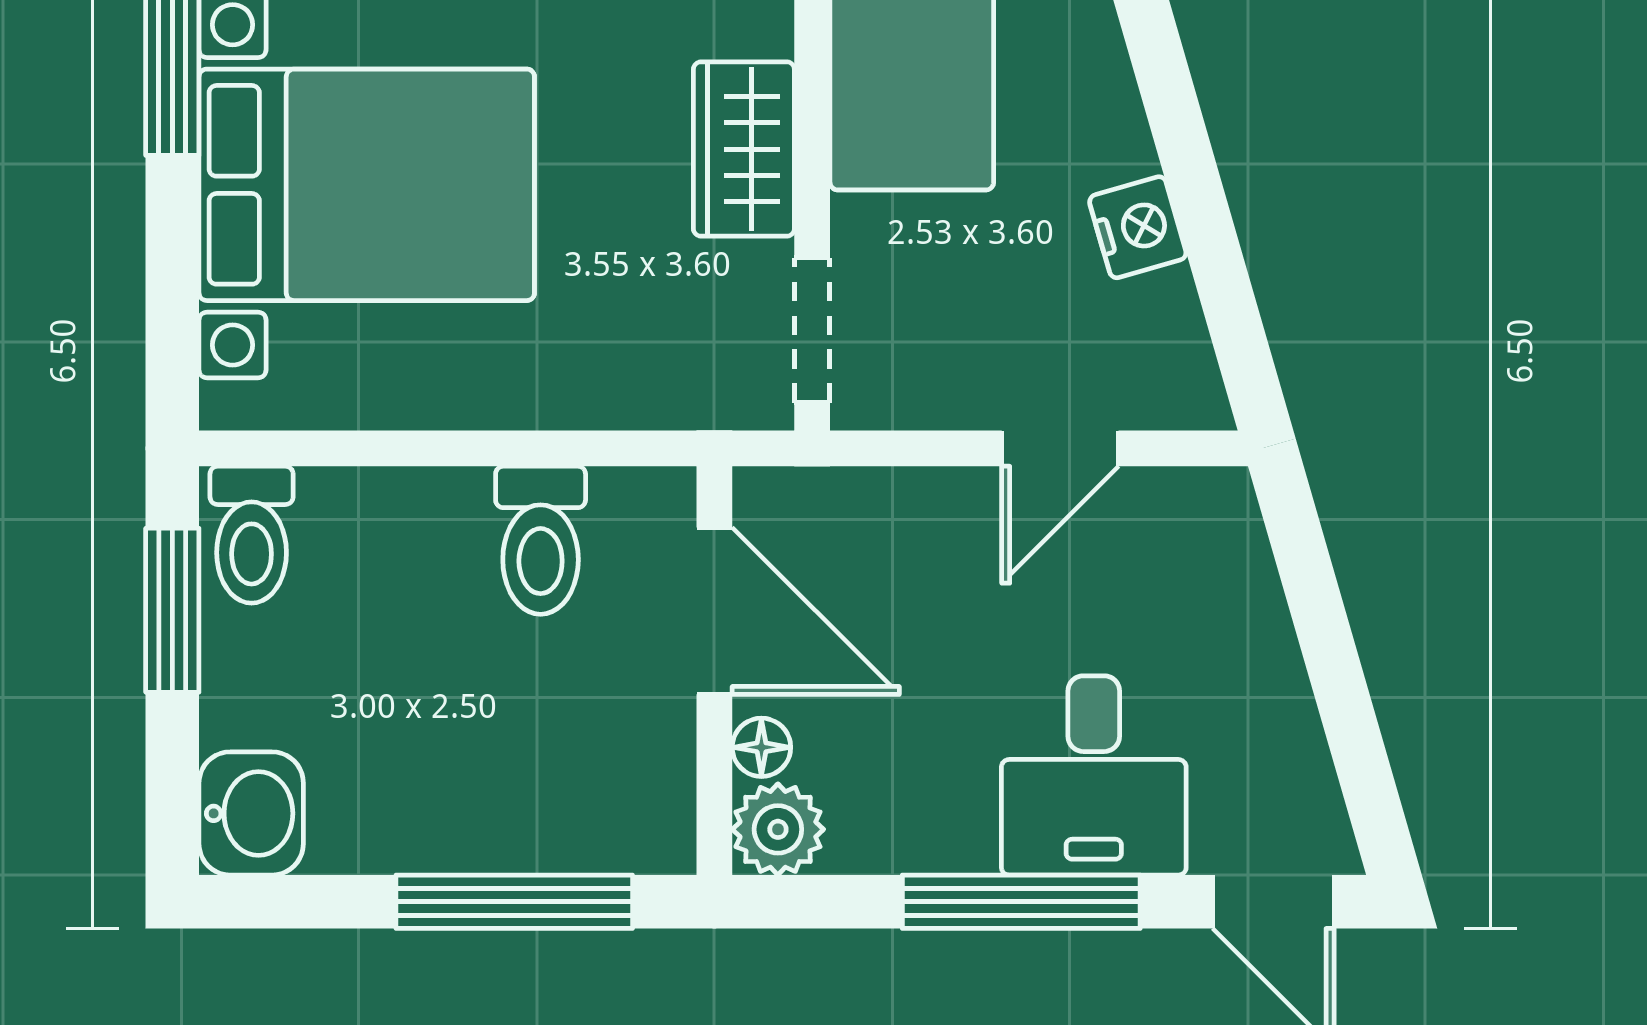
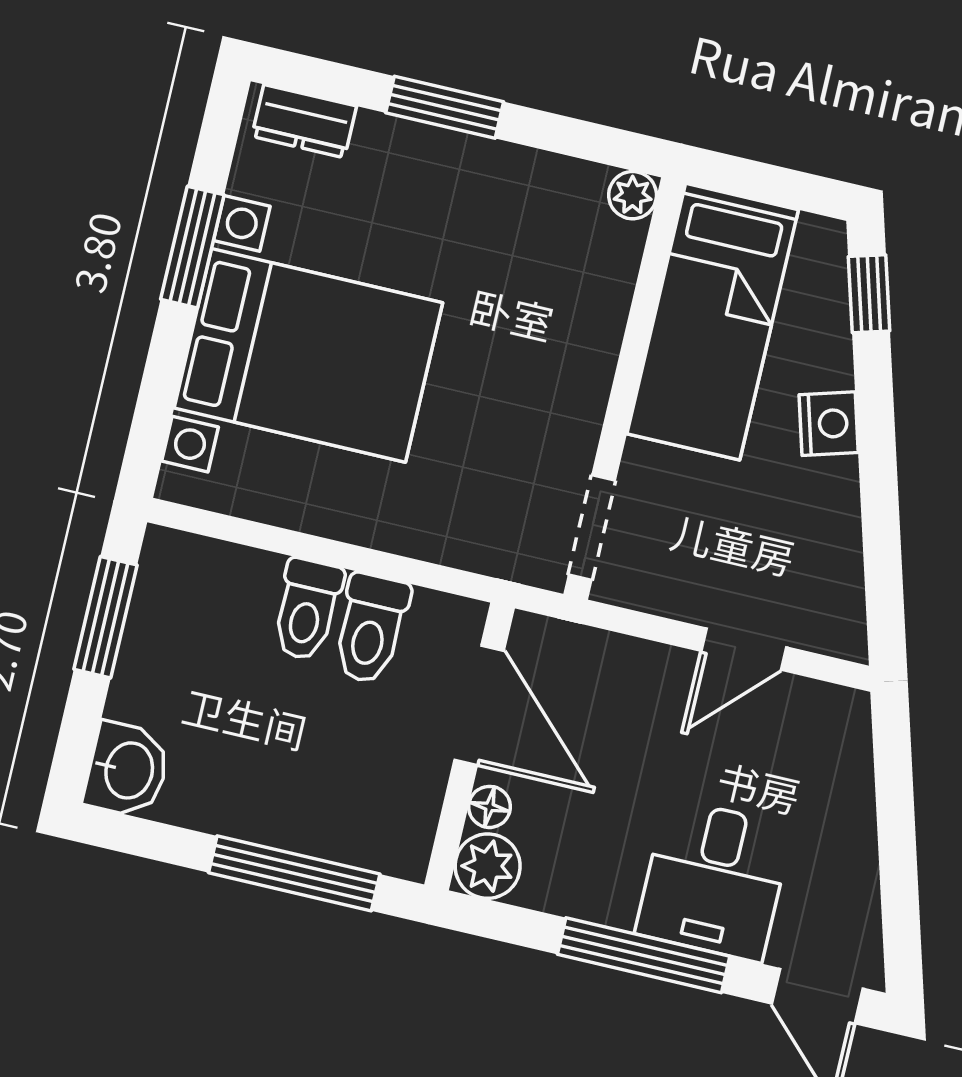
wardrobe: (744, 149) -> (574, 392), removed
nightstand: (1138, 227) -> (829, 424), moved
toilet: (252, 535) -> (307, 609), moved

